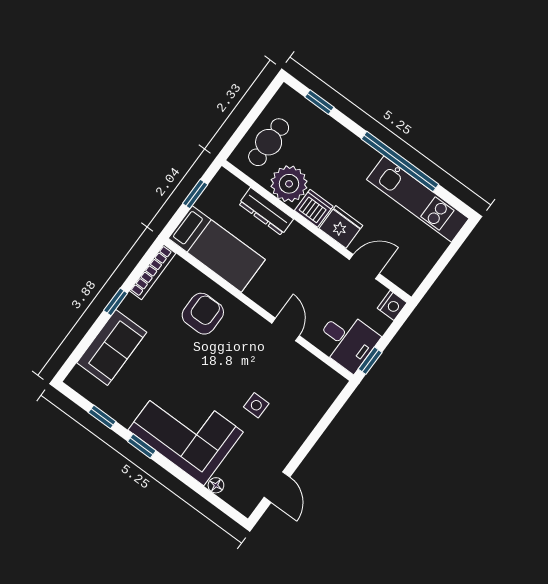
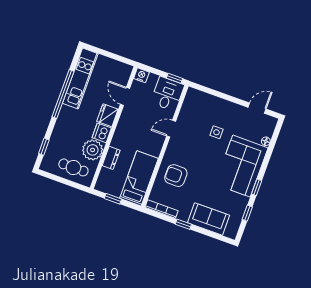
dresser: (266, 211) -> (111, 158), width x0.70

